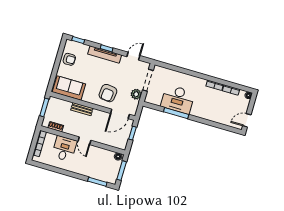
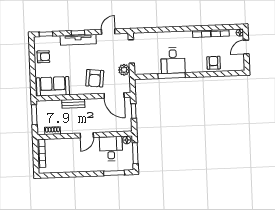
desk: (178, 99) -> (173, 61), width x0.73
door: (120, 114) -> (114, 96), hinge flipped
armchair: (217, 114) -> (214, 63), added
door: (247, 120) -> (246, 47), moved
door: (84, 141) -> (87, 135), hinge flipped
desk: (64, 149) -> (111, 149), moved

